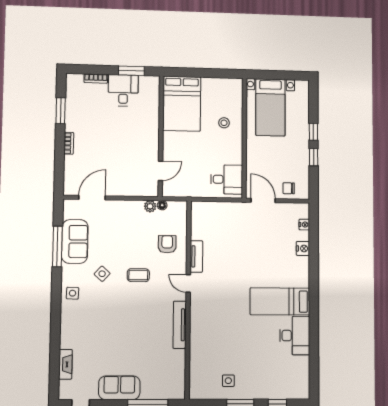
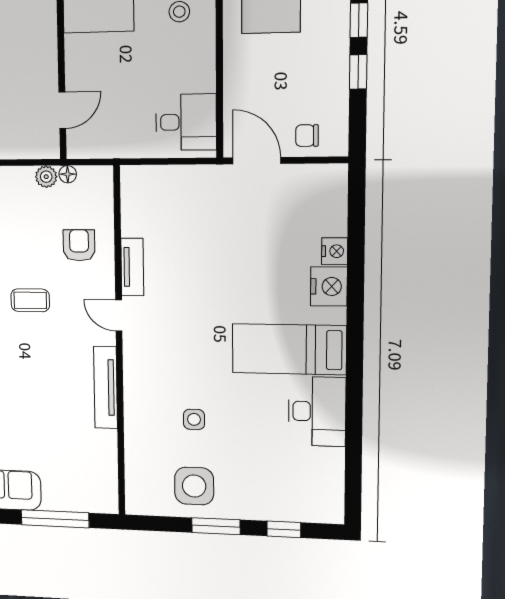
nightstand: (304, 225) -> (329, 286), moved, width x1.89, depth x1.79
side table: (229, 342) -> (194, 419), added
side table: (228, 381) -> (194, 486), width x1.87, depth x1.87

